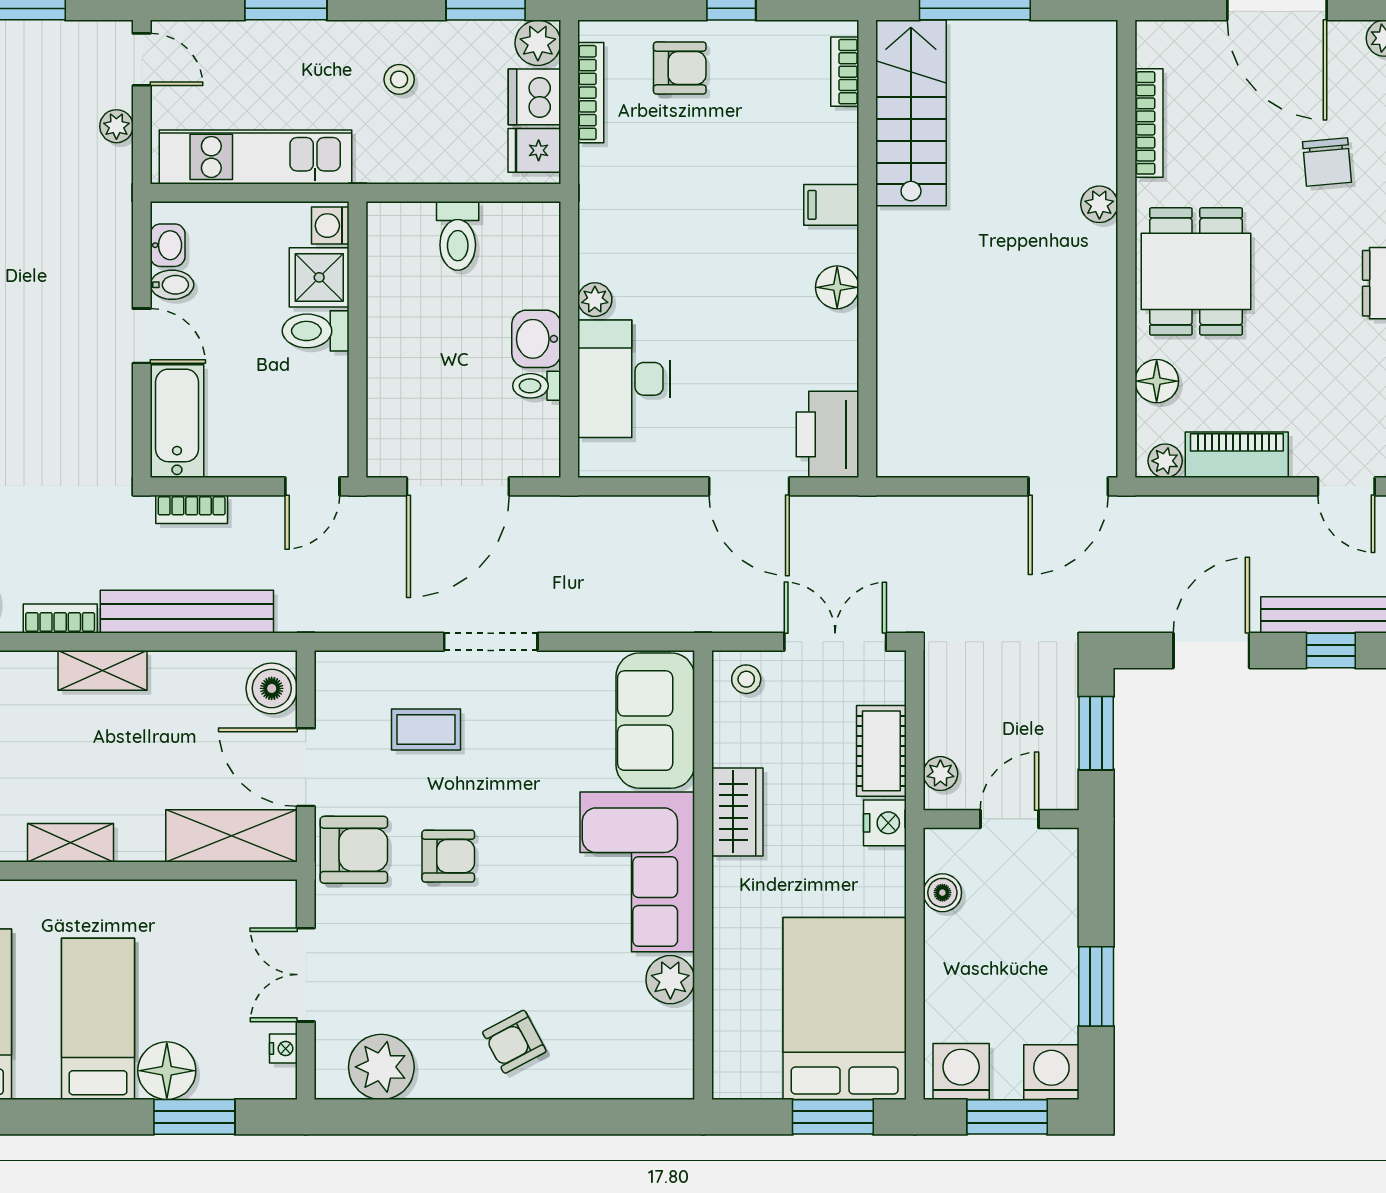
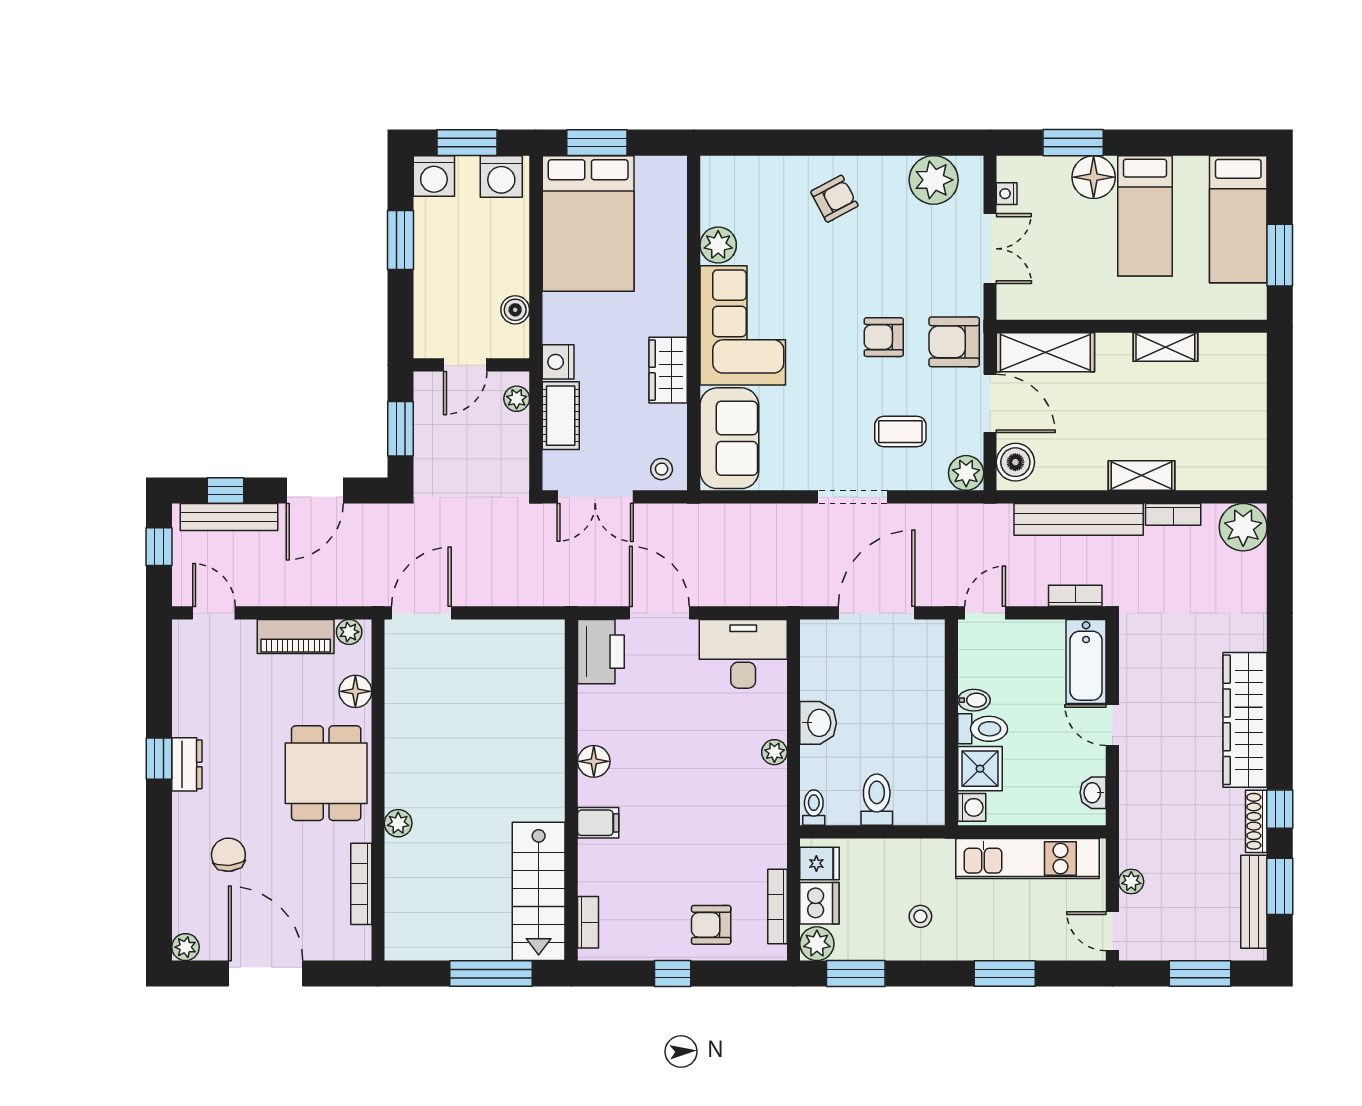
bidet: (172, 285) -> (974, 700), moved, turned 180
desk: (624, 379) -> (743, 654), moved, turned -90
toilet: (537, 386) -> (814, 808), moved, turned -90
plant: (338, 674) -> (966, 473), added

